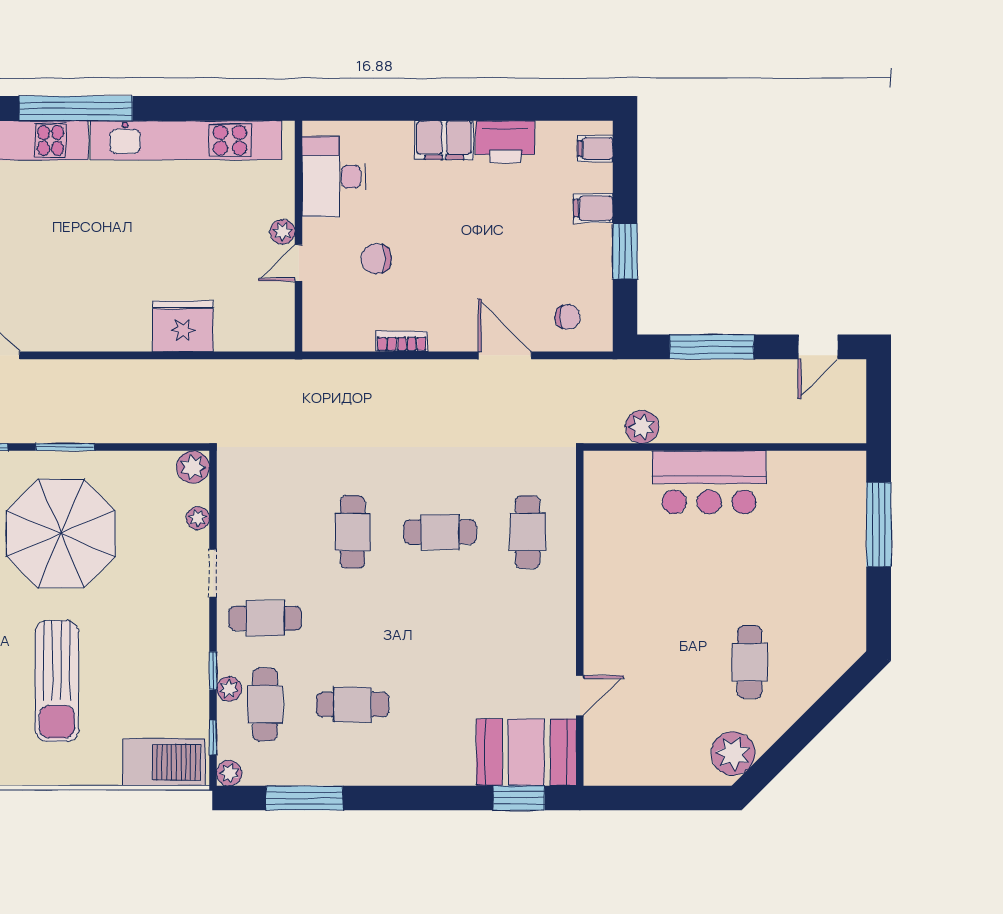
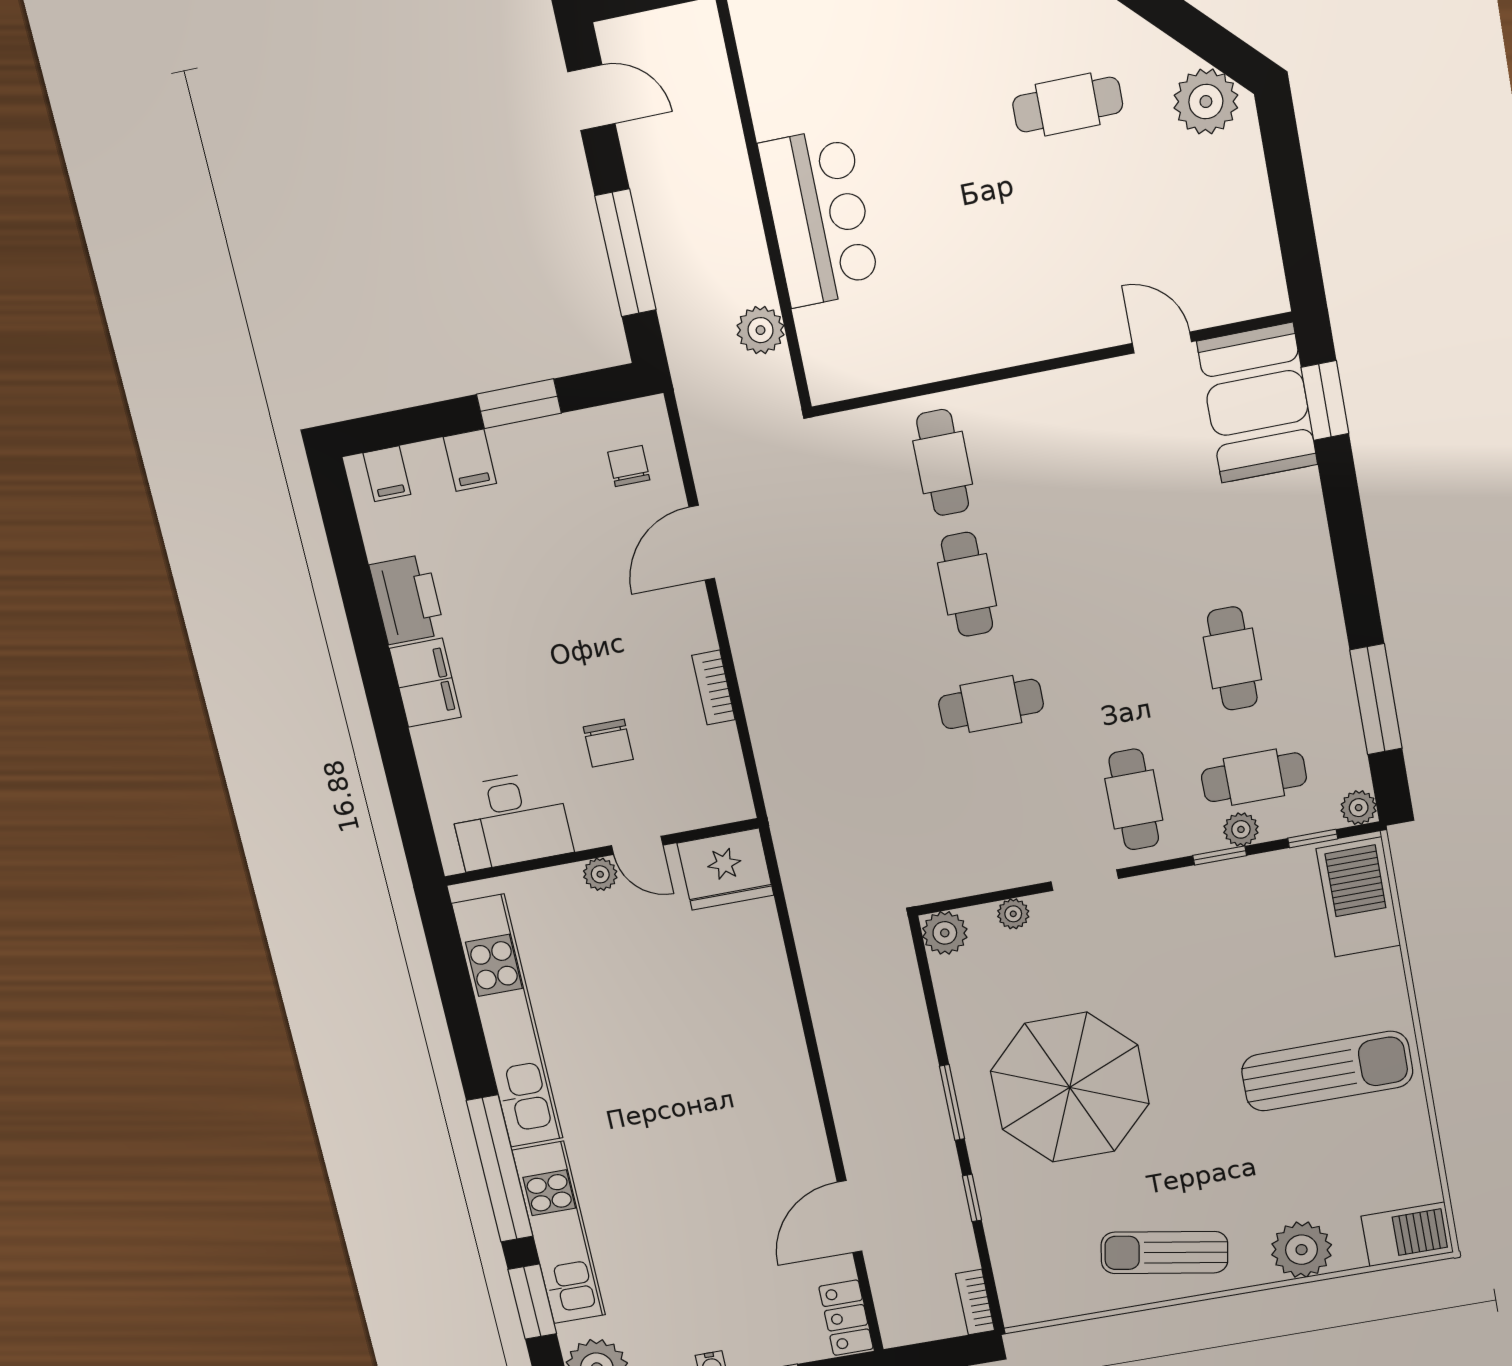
fridge: (183, 326) -> (725, 869), moved, turned -90
cafe table: (528, 532) -> (943, 463), turned 90
sun lounger: (57, 681) -> (1327, 1071), moved

